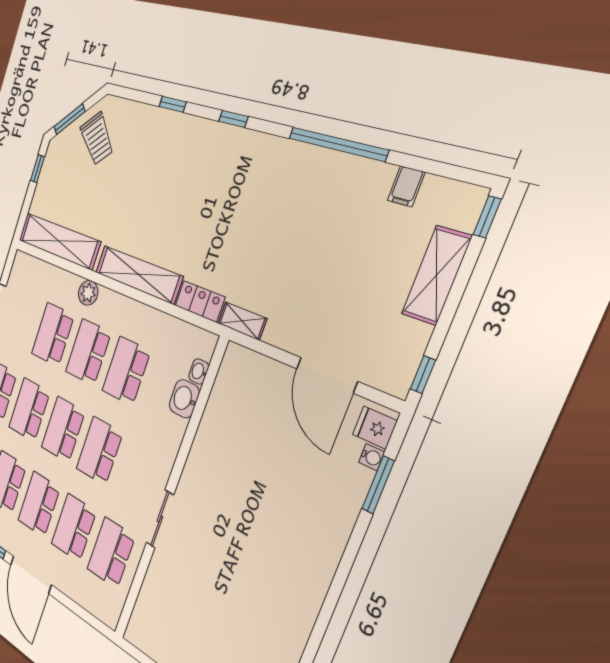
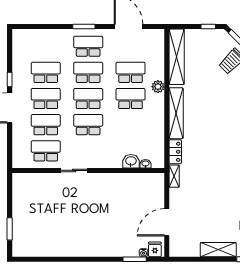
school desk: (126, 371) -> (131, 125), removed
window: (423, 375) -> (181, 259), removed

